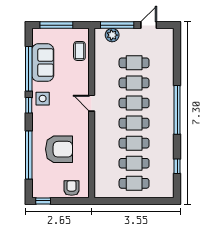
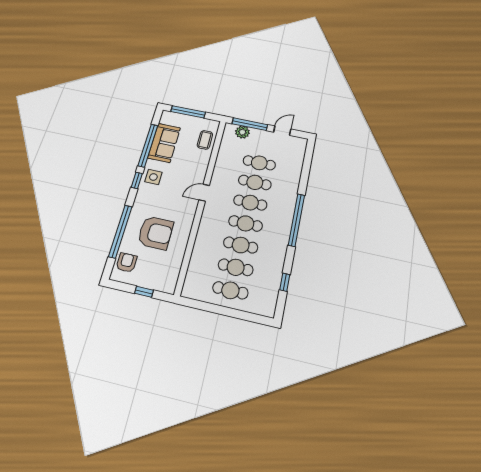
door: (92, 103) -> (204, 193), hinge flipped
armchair: (72, 188) -> (127, 263), moved
window: (43, 201) -> (144, 292), moved

